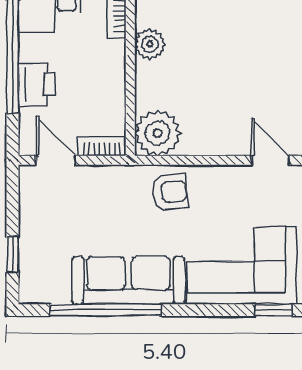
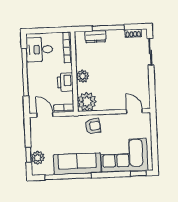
plant: (150, 44) -> (83, 76), moved
printer: (37, 84) -> (65, 82), moved, turned 180
plant: (34, 262) -> (38, 158), added

